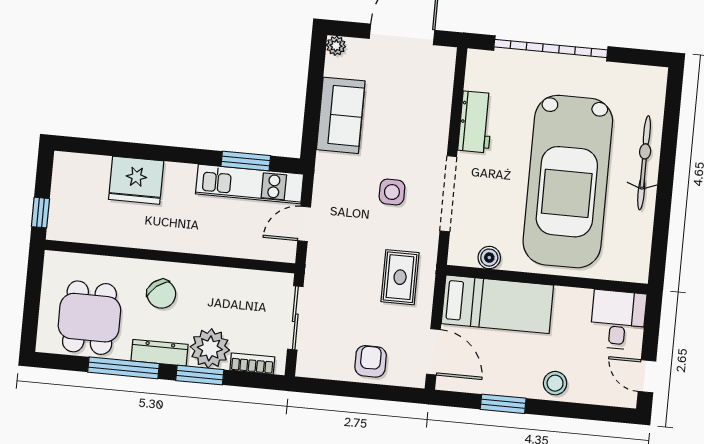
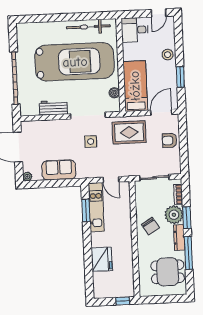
bicycle: (644, 163) -> (88, 27), moved
rug: (400, 277) -> (129, 132), width x1.36, depth x1.43
chair: (161, 294) -> (150, 226), moved, turned 98

